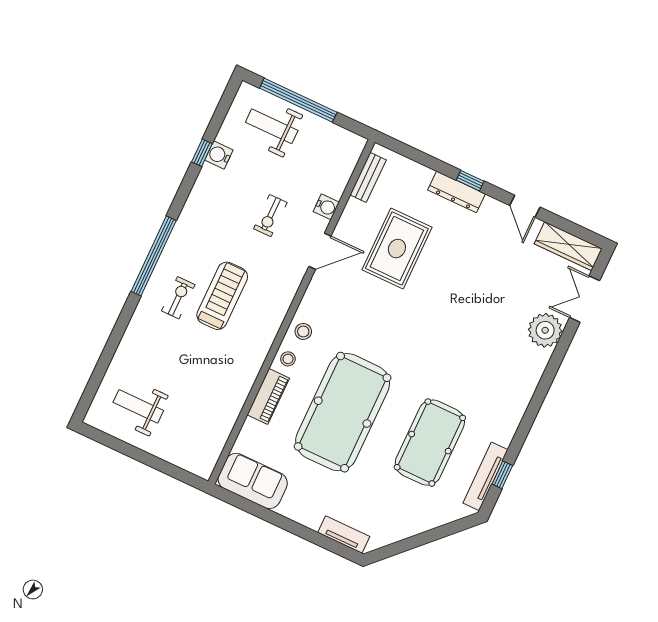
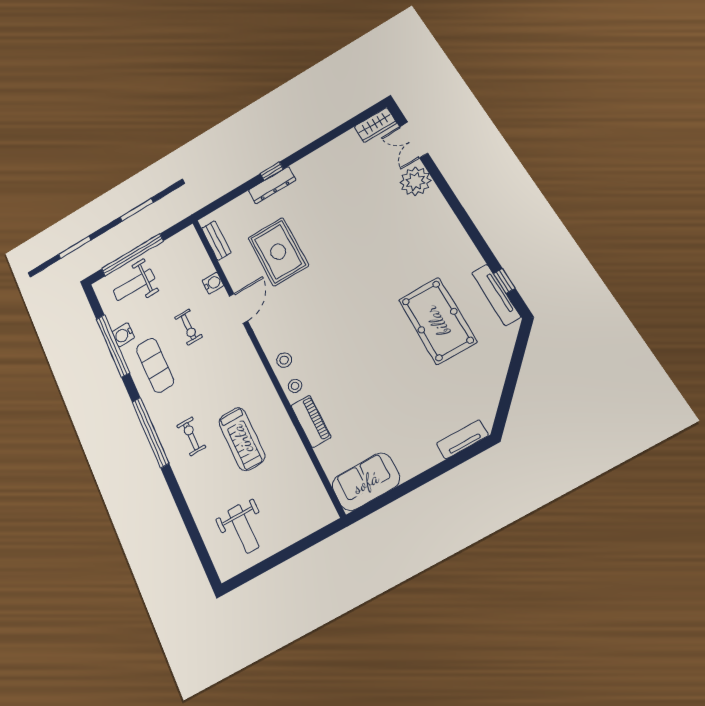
window: (202, 153) -> (113, 346), width x3.17
door: (525, 206) -> (317, 144), removed
exercise mat: (214, 211) -> (155, 365), added
wardrobe: (568, 246) -> (375, 125), width x0.67
treadmill: (222, 296) -> (242, 439), moved, turned 180
weight bench: (138, 406) -> (243, 529), turned -90
pool table: (343, 412) -> (365, 372), removed

